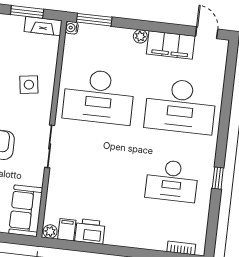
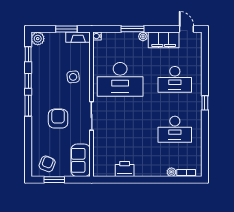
window: (94, 20) -> (133, 29), moved
desk: (180, 106) -> (175, 79), width x0.73, depth x0.77
window: (218, 178) -> (205, 103), moved
filing cabinet: (67, 230) -> (109, 170), removed
plant: (50, 231) -> (171, 172), moved

